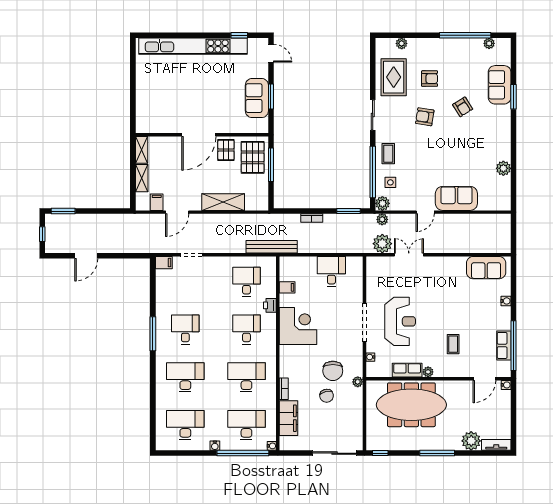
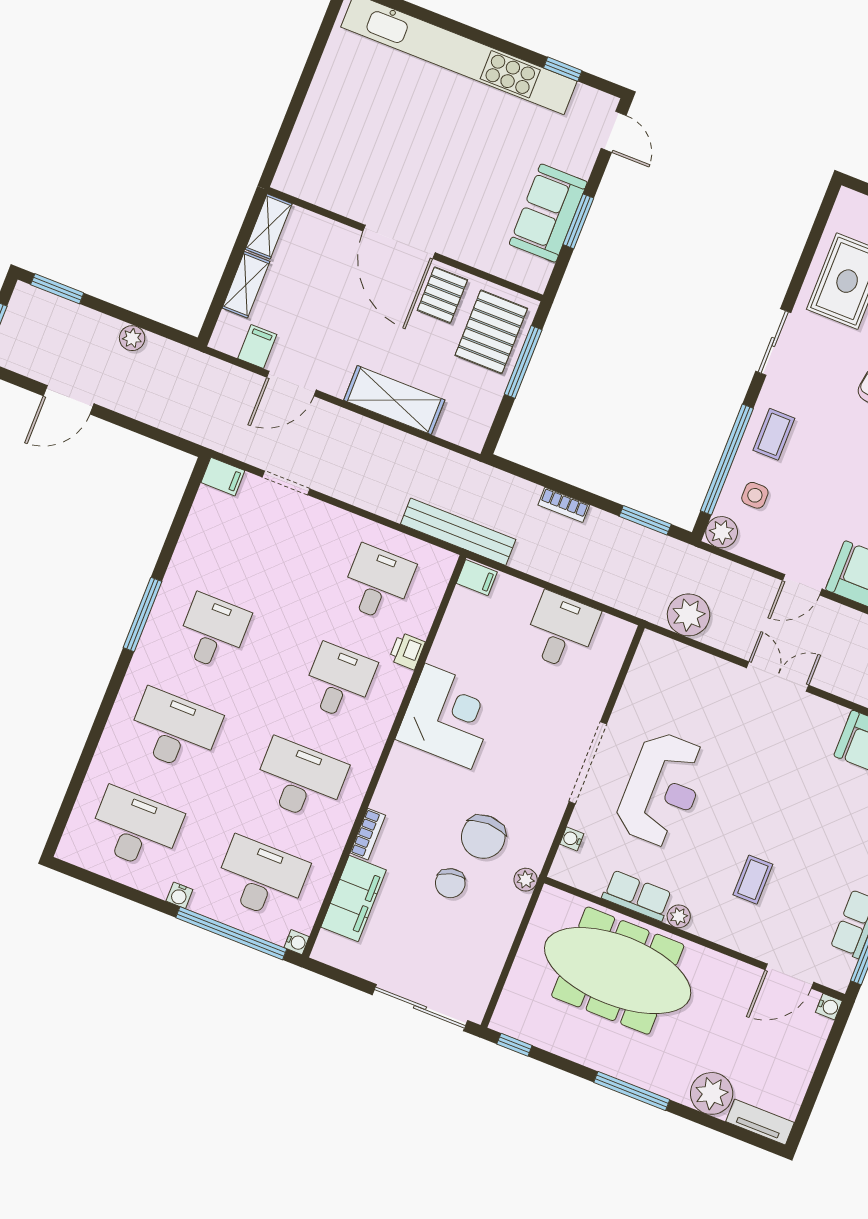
door: (199, 135) -> (399, 242), hinge flipped
plant: (382, 219) -> (132, 338), moved
double door: (409, 255) -> (778, 677), moved
filing cabinet: (287, 287) -> (477, 578), moved

